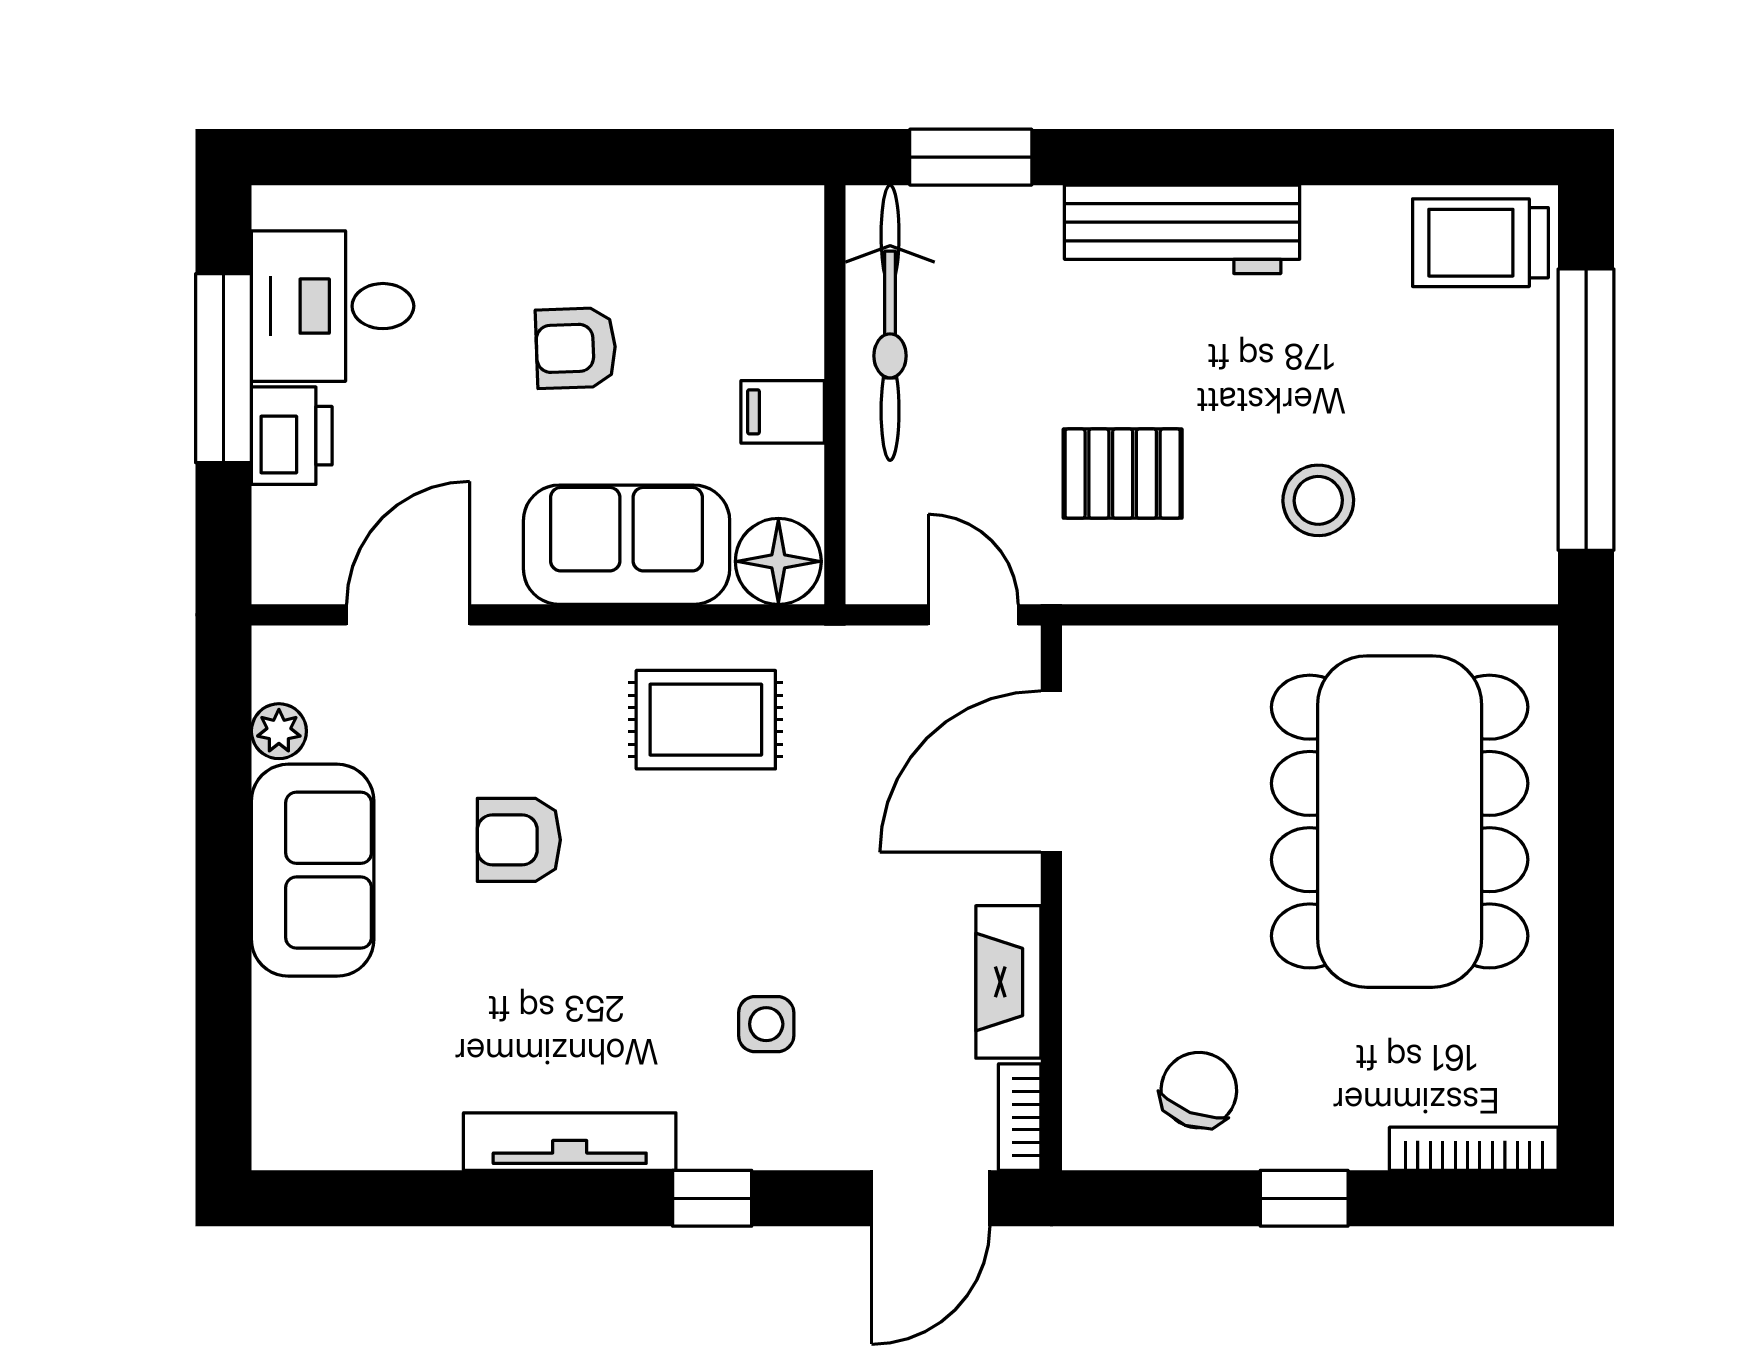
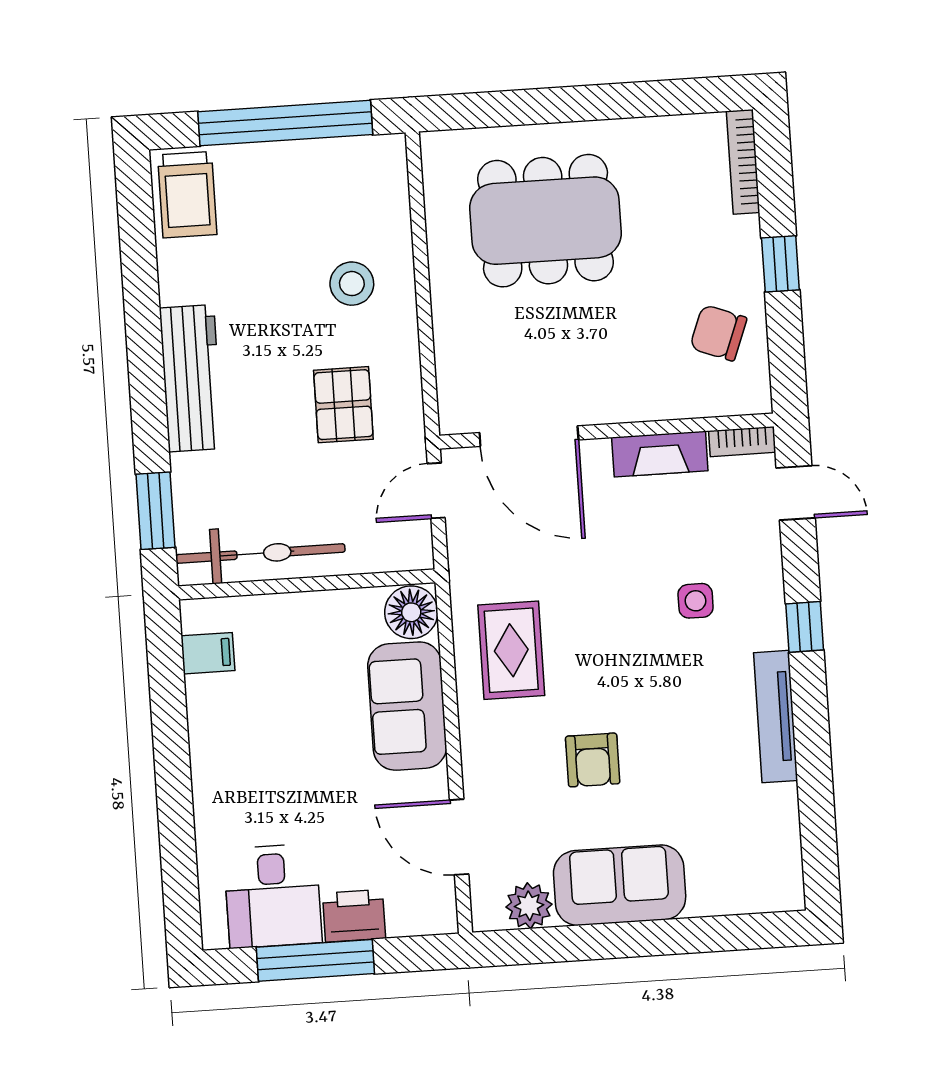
armchair: (576, 348) -> (289, 745), removed
filing cabinet: (783, 412) -> (208, 653), moved, turned -90
plant: (279, 731) -> (529, 906), width x1.38, depth x1.38
dining table: (1400, 822) -> (546, 221), width x0.73, depth x0.80
door: (931, 1198) -> (796, 493), width x0.73

